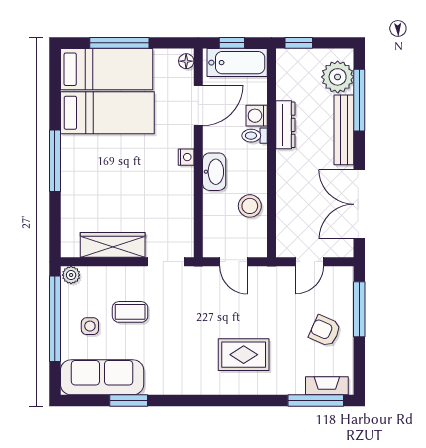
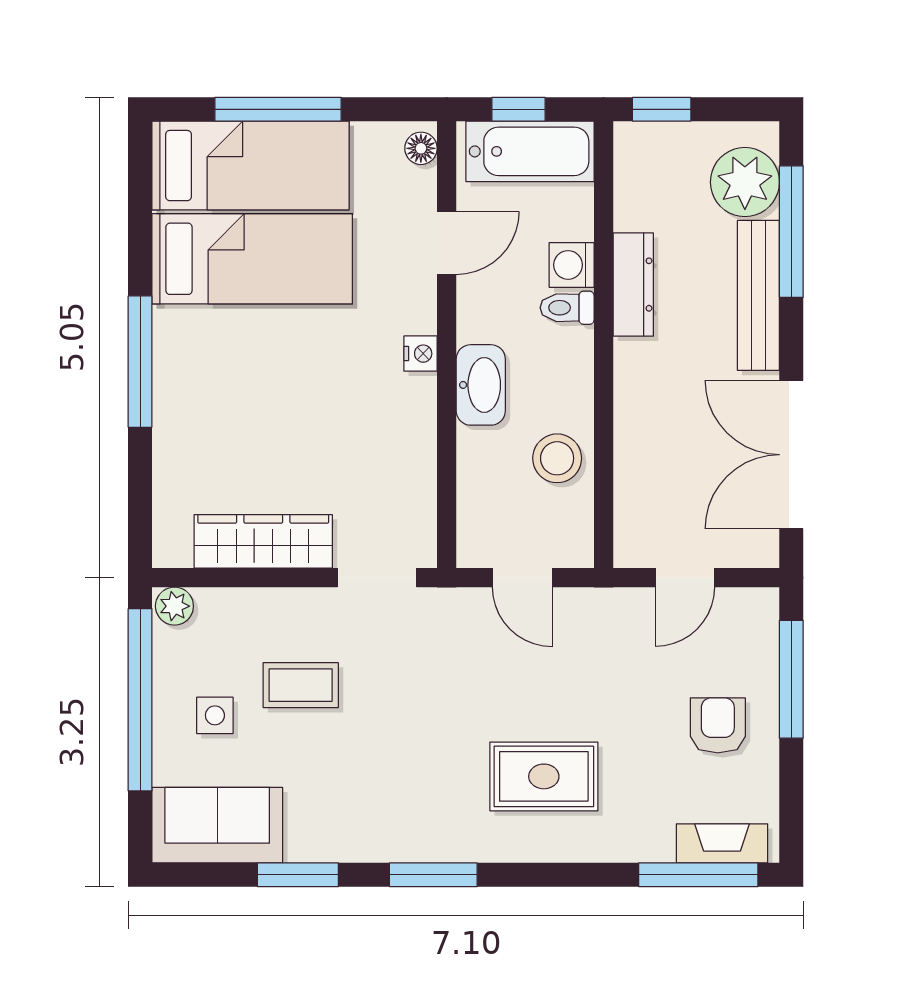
door: (198, 105) -> (447, 243), width x0.73
armchair: (325, 331) -> (718, 725), turned 66
sofa: (102, 377) -> (217, 825), width x0.73
window: (192, 401) -> (433, 875), added

